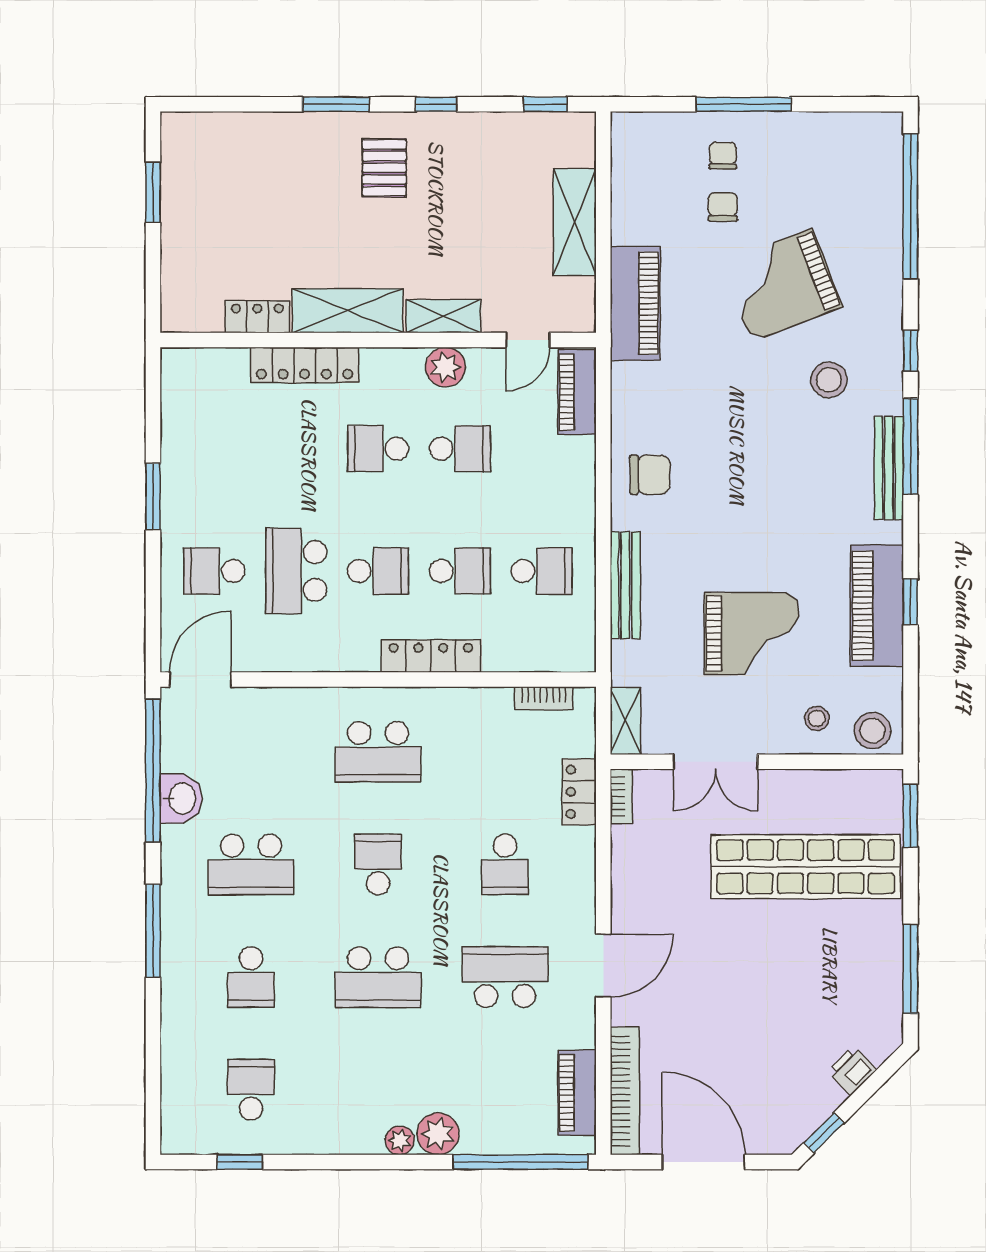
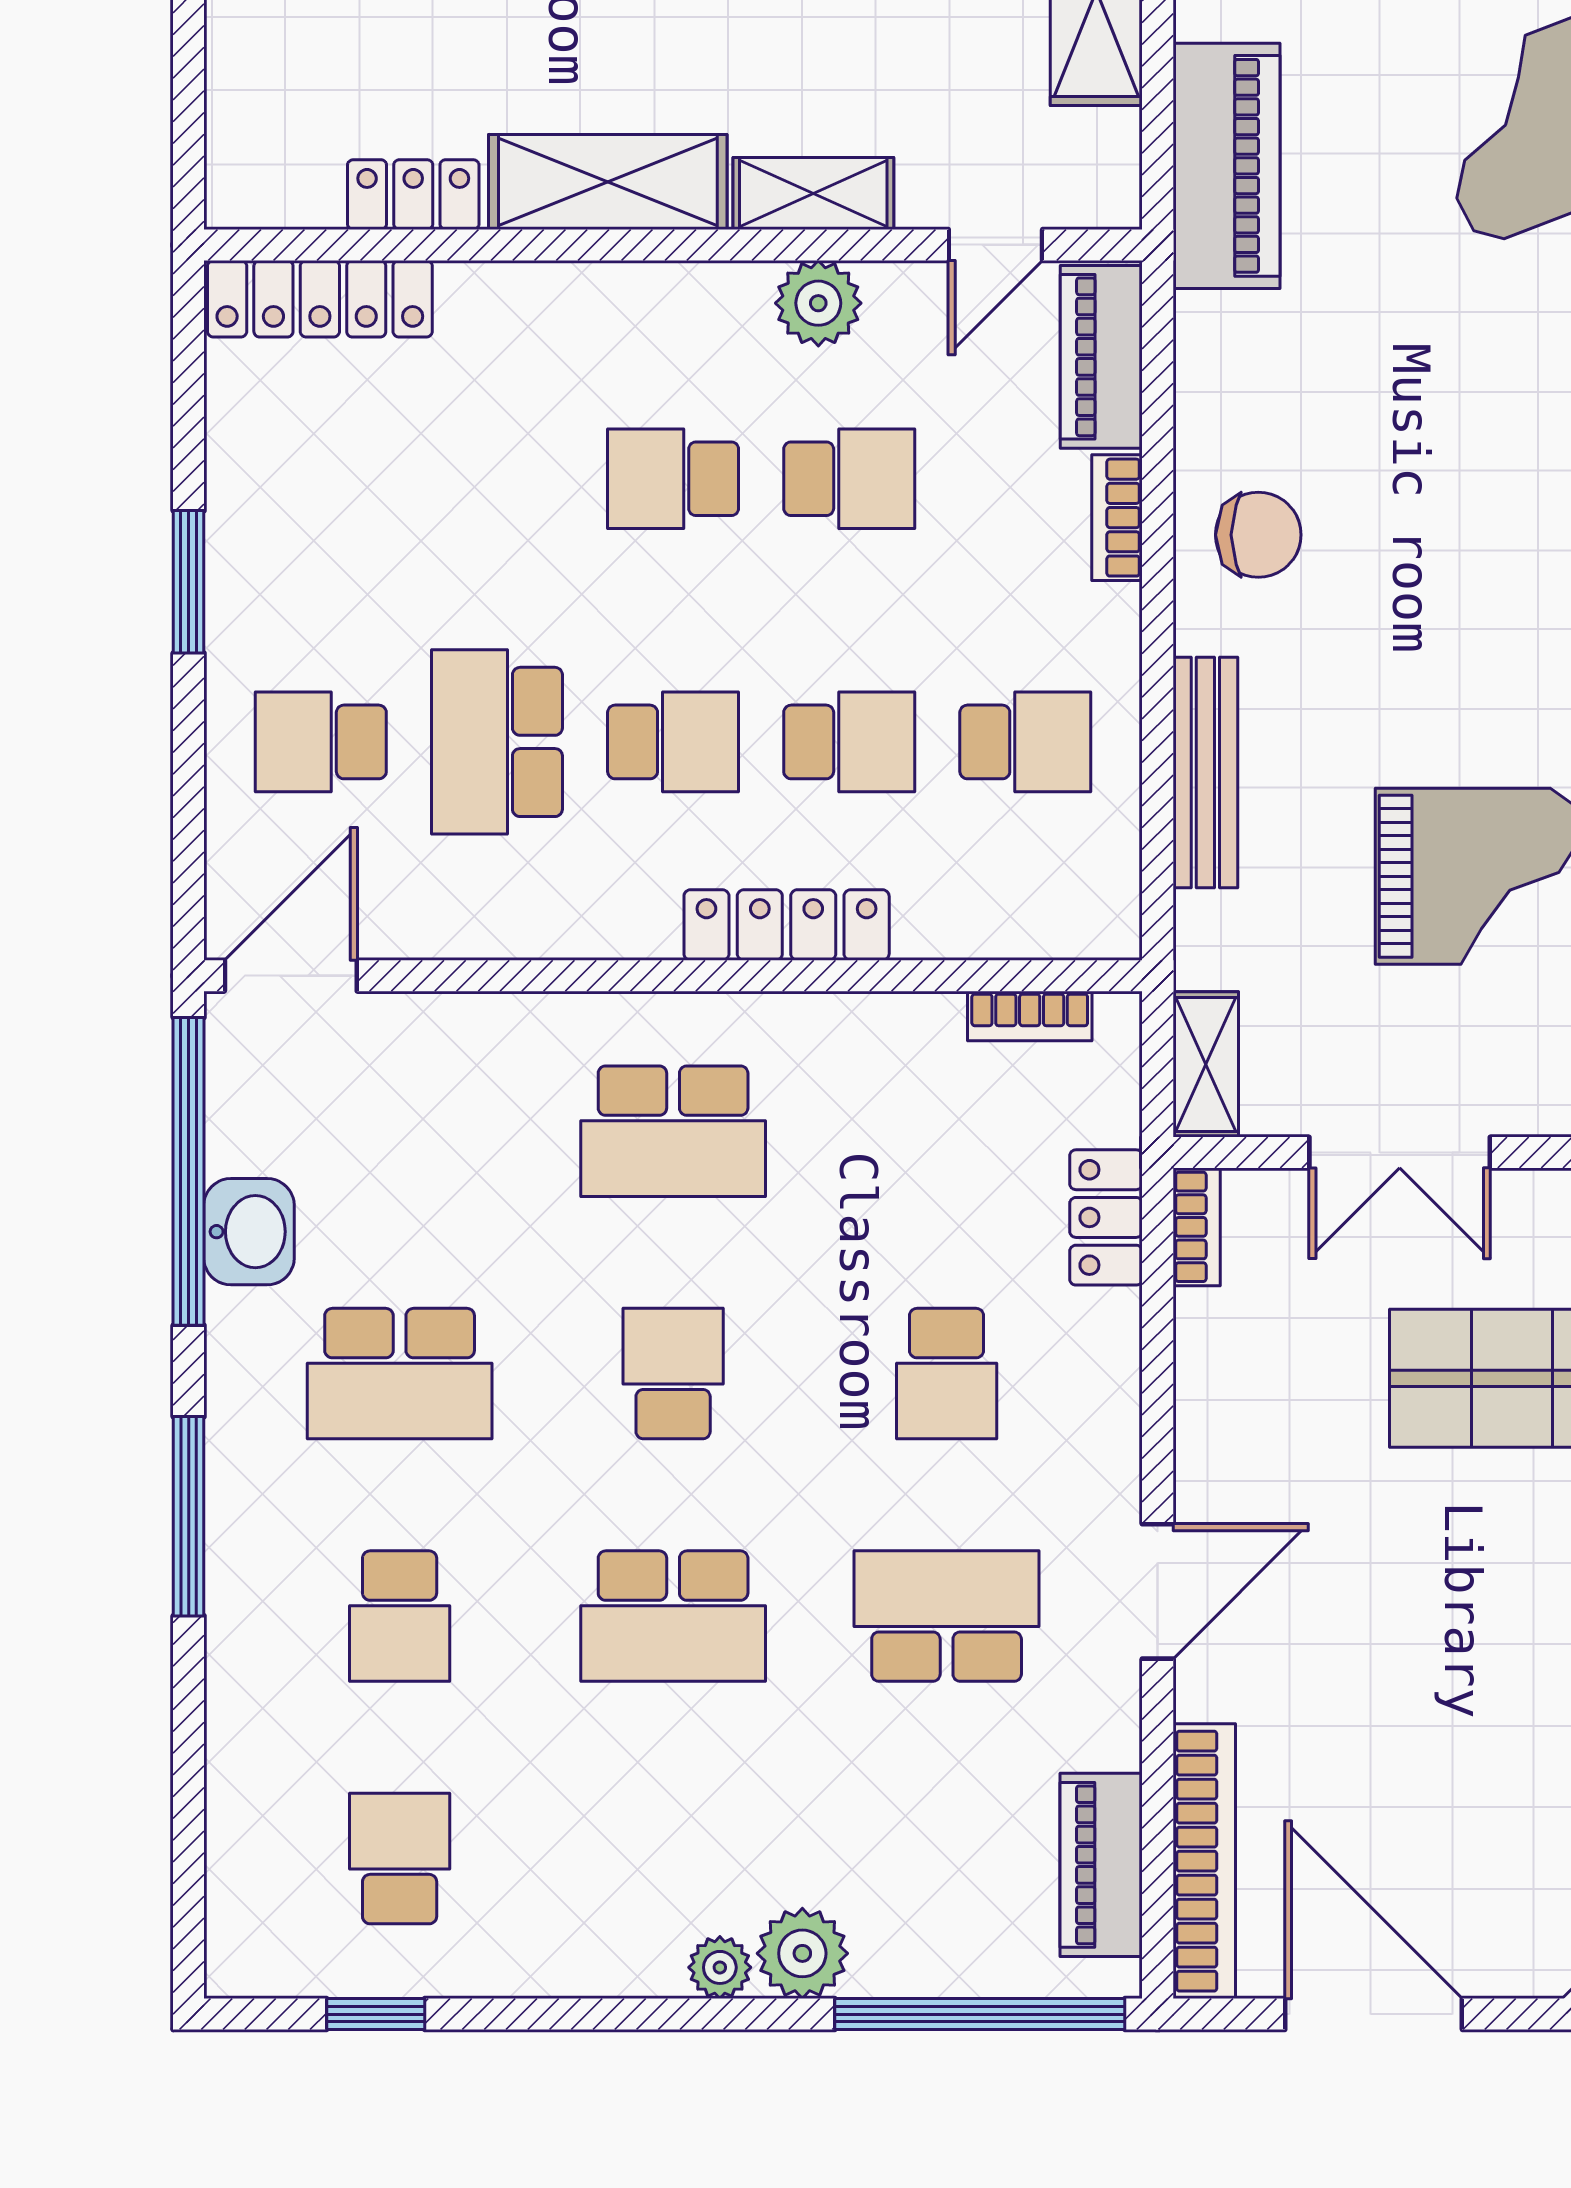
locker: (305, 365) -> (320, 299), moved
bookcase: (584, 467) -> (1117, 518), added

